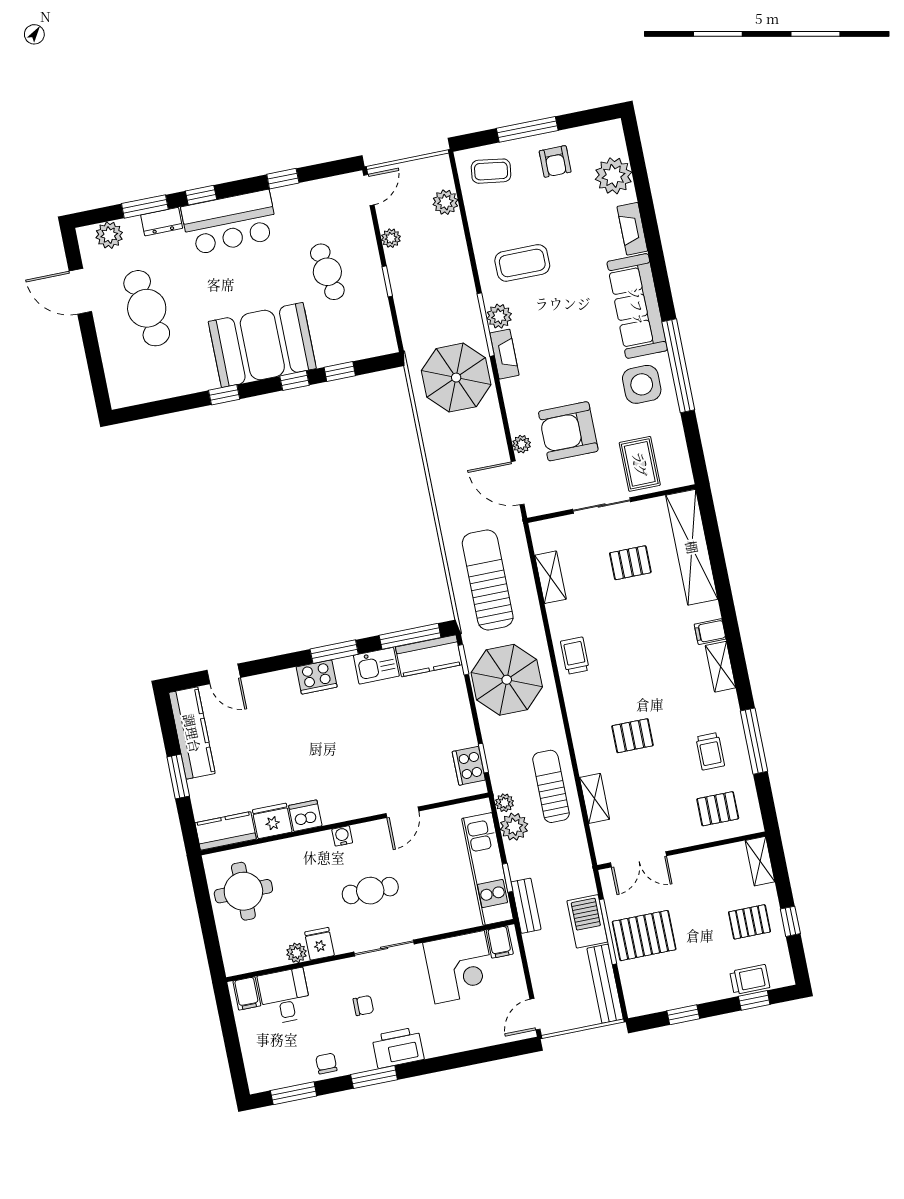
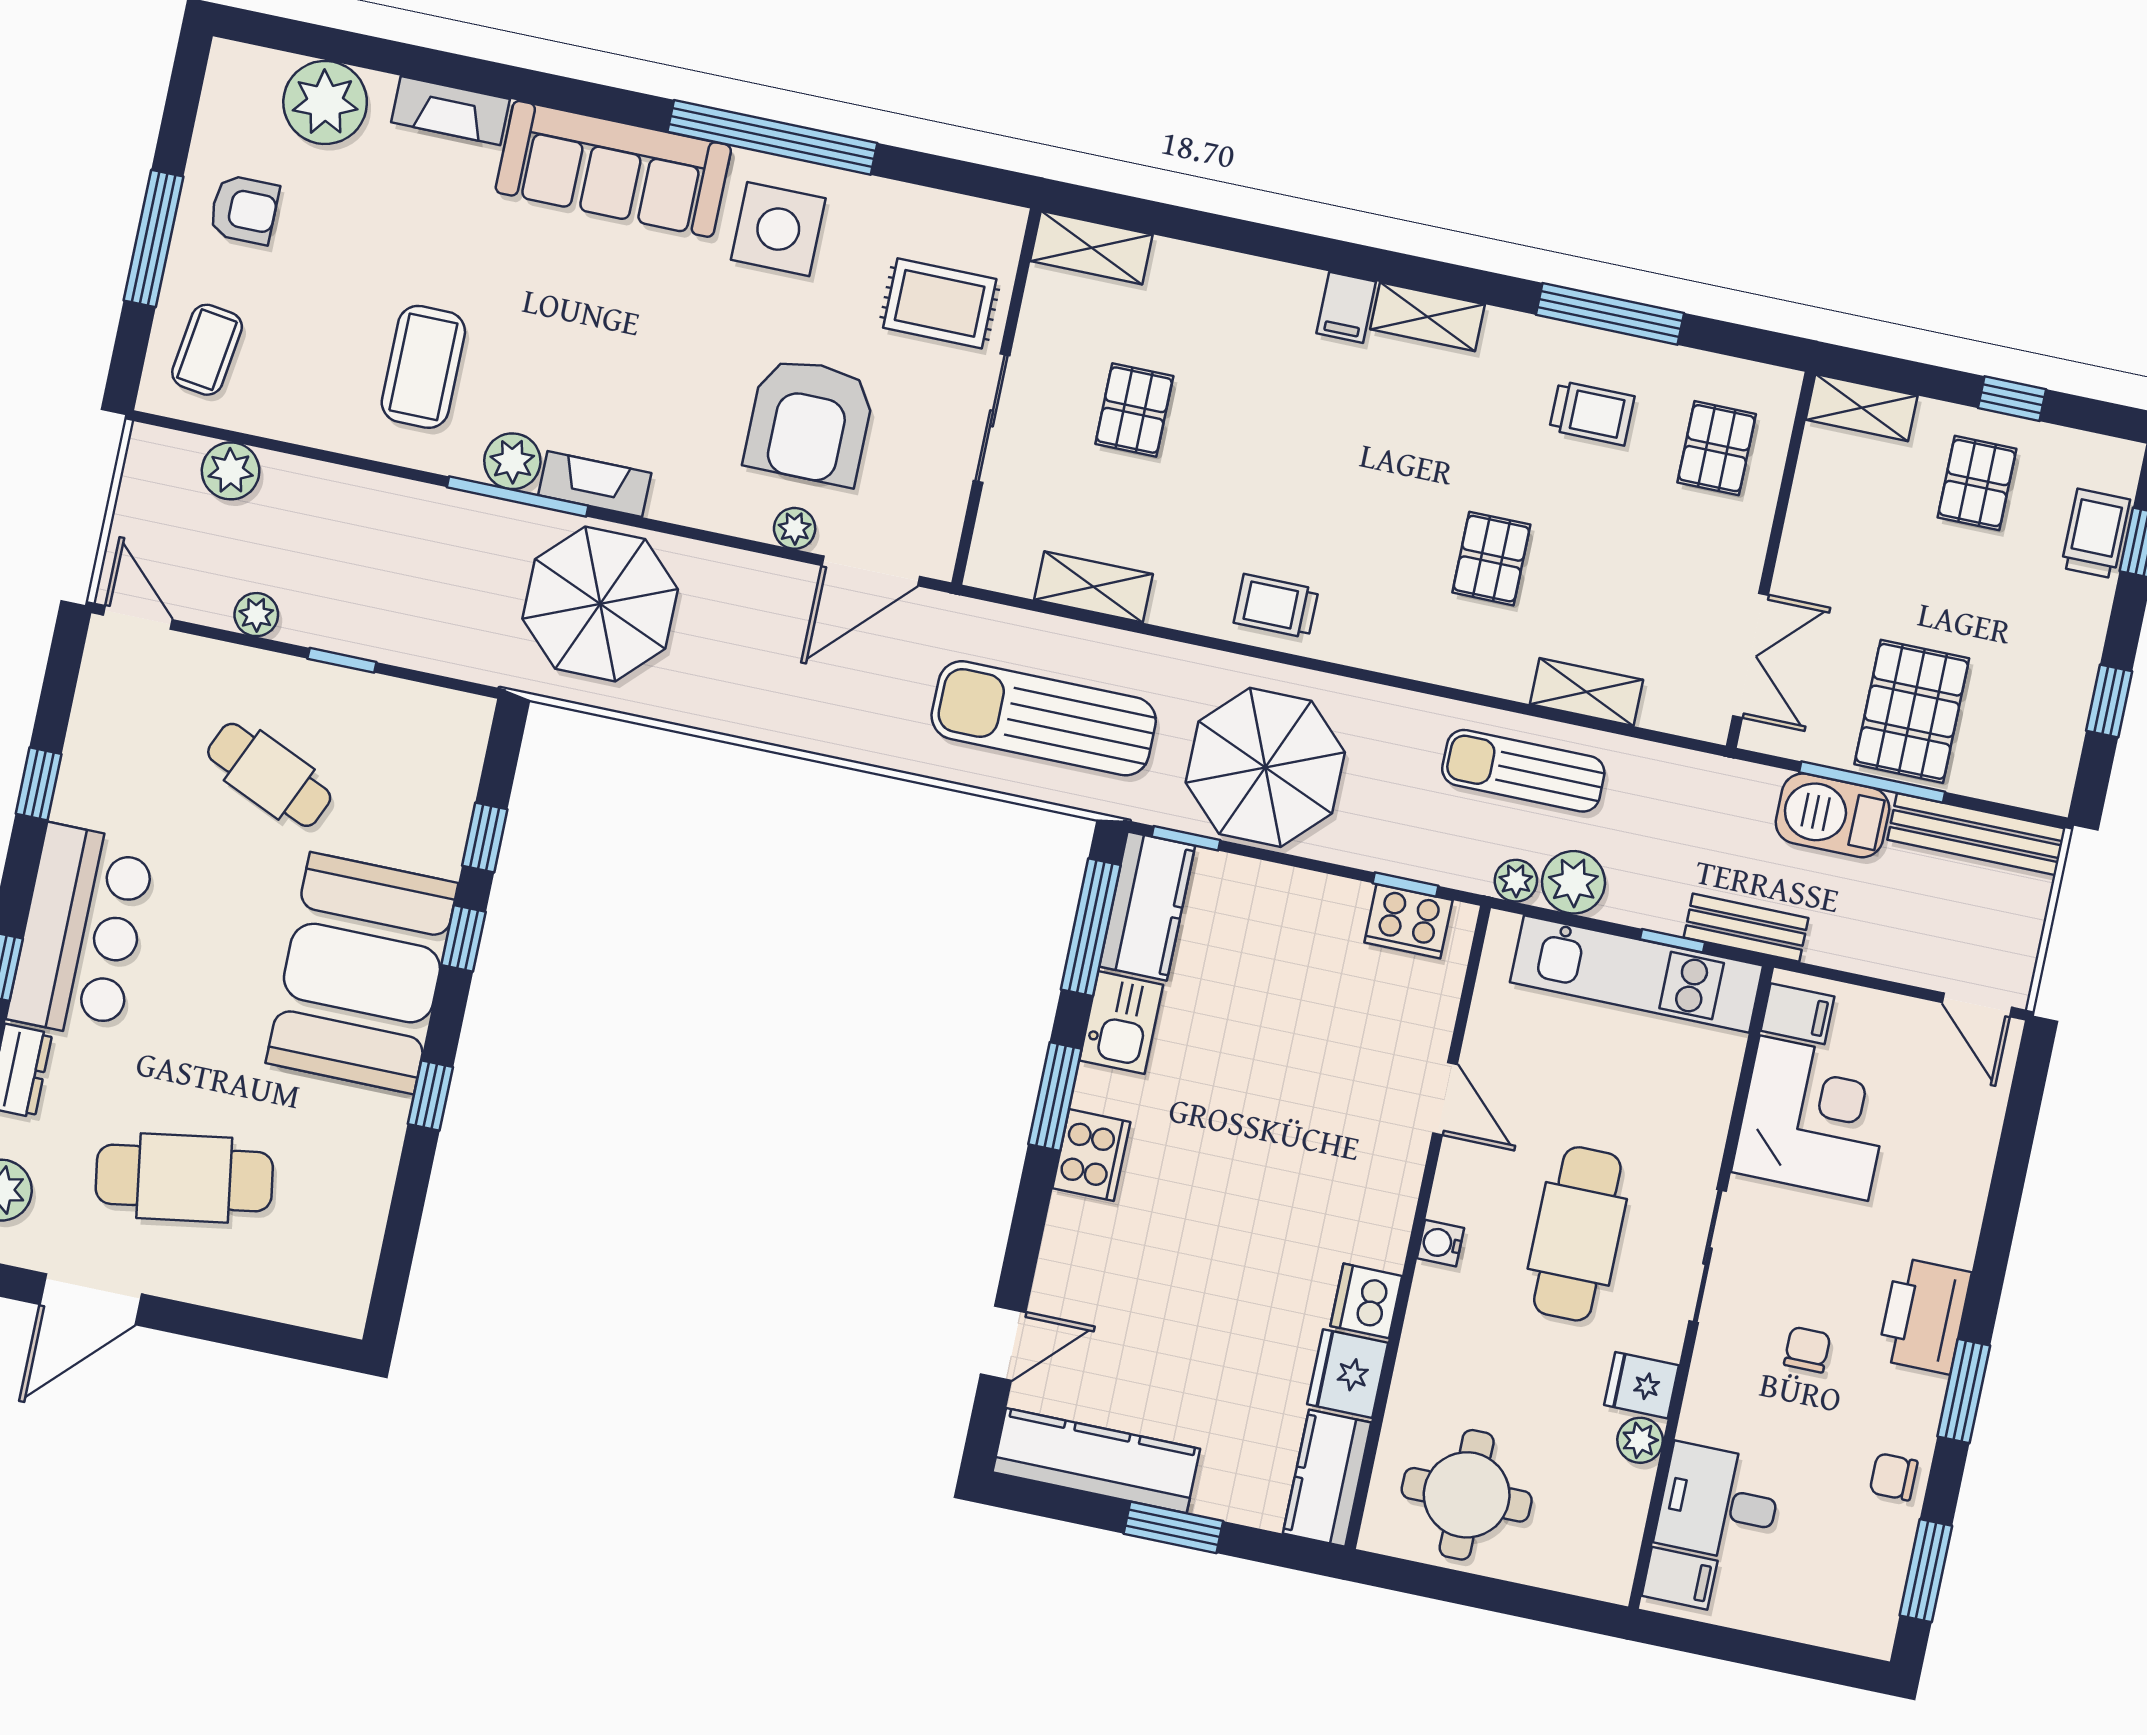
cafe table: (327, 272) -> (269, 775), turned 33
shelving: (692, 547) -> (1091, 248), width x0.45, depth x0.75
cafe table: (370, 891) -> (1577, 1234), width x1.37, depth x1.35

